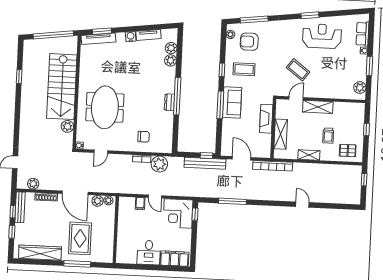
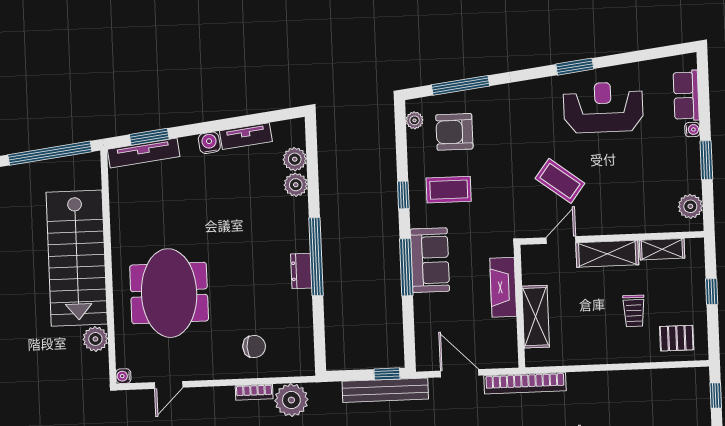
shelving: (309, 155) -> (662, 249), moved

